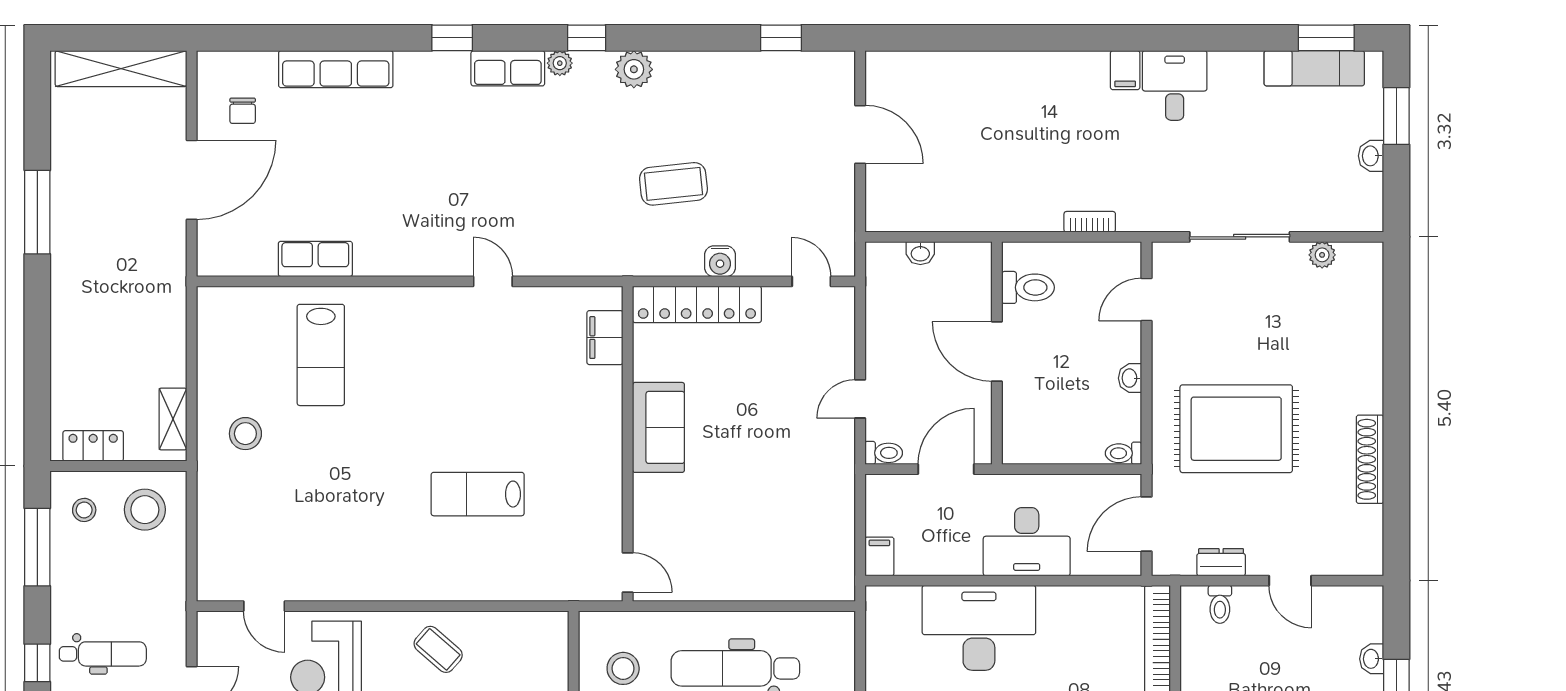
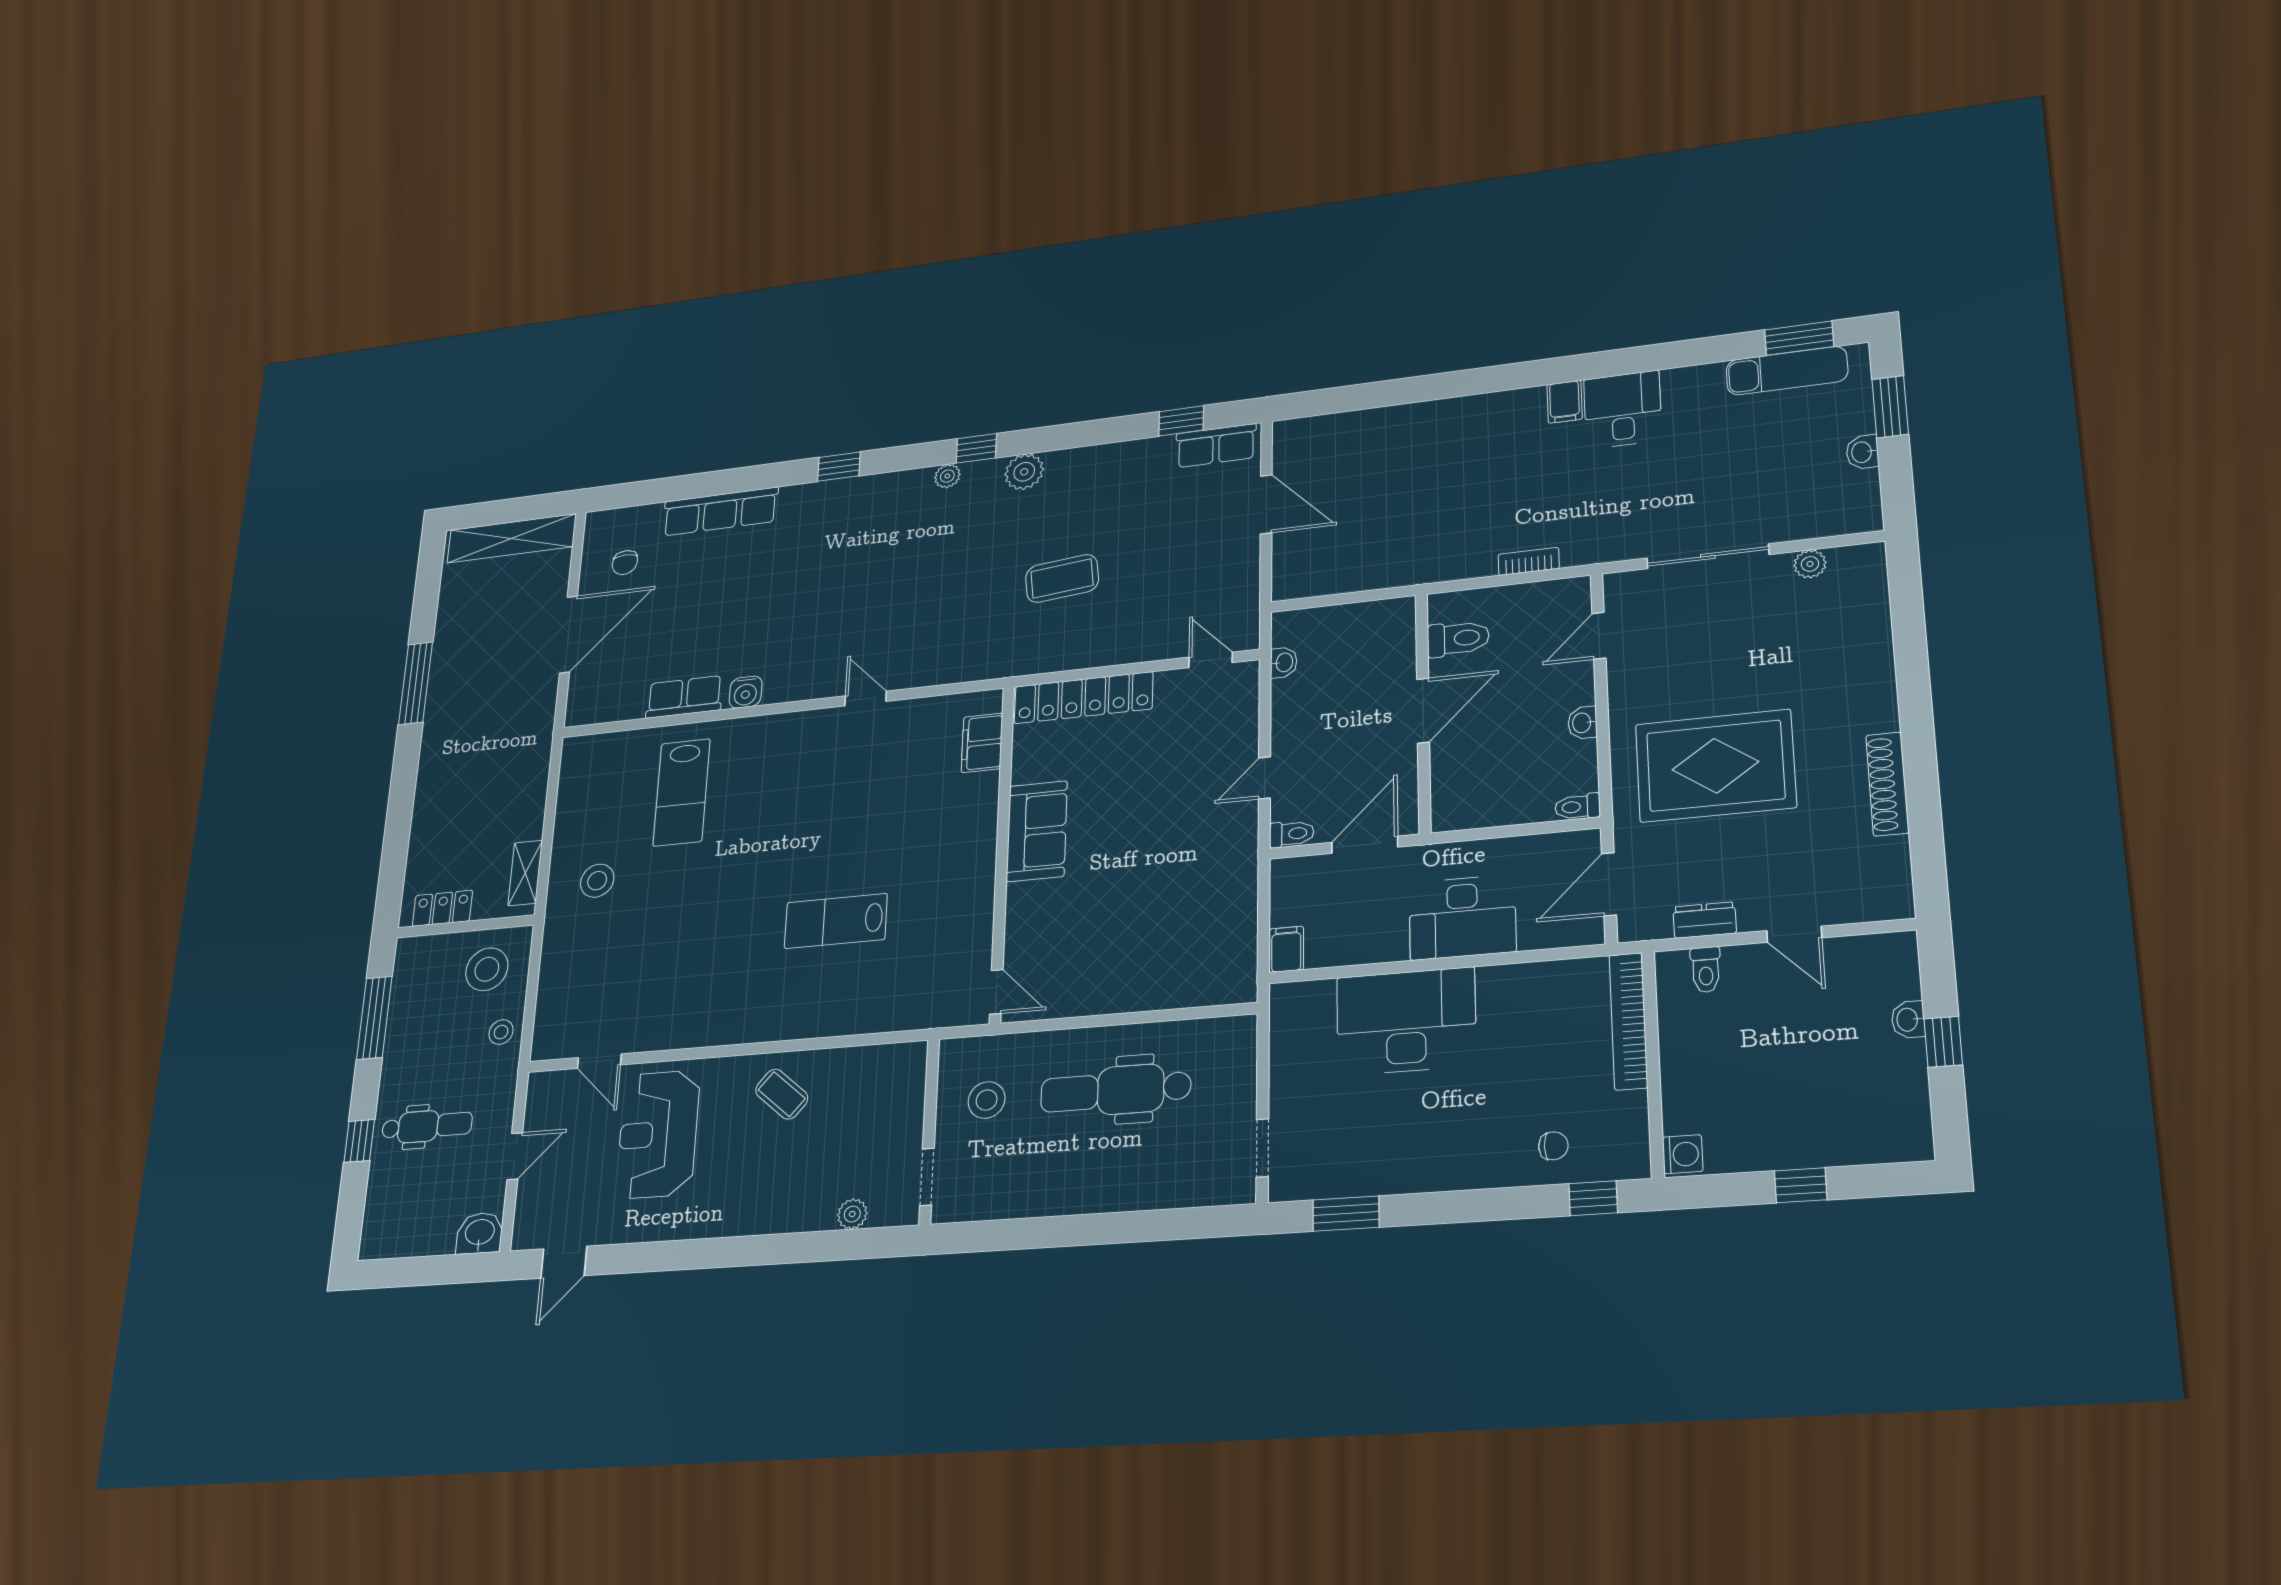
row of seats: (508, 68) -> (1216, 446), moved
washbasin: (920, 253) -> (1284, 662), moved, turned -90
water cooler: (720, 261) -> (746, 692), moved
door: (997, 352) -> (1423, 711), swing flipped
stool: (84, 510) -> (501, 1032), moved

